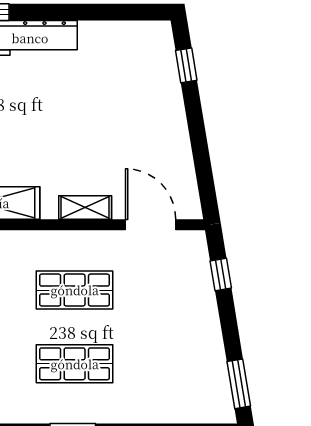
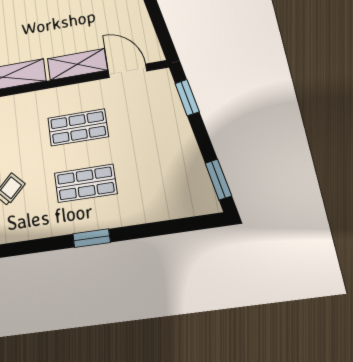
shelving: (85, 207) -> (77, 64), width x1.50, depth x1.33
window: (221, 275) -> (187, 98), width x1.50

